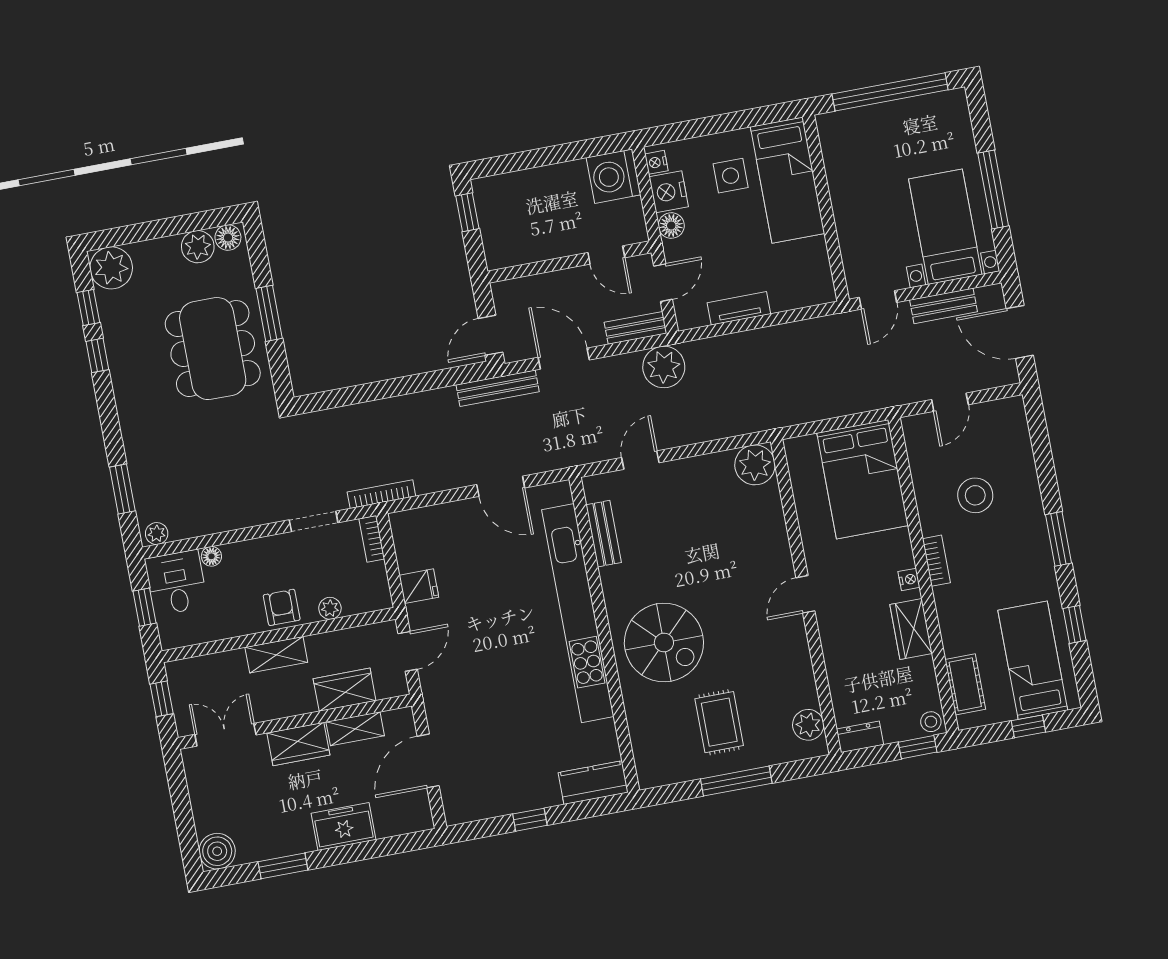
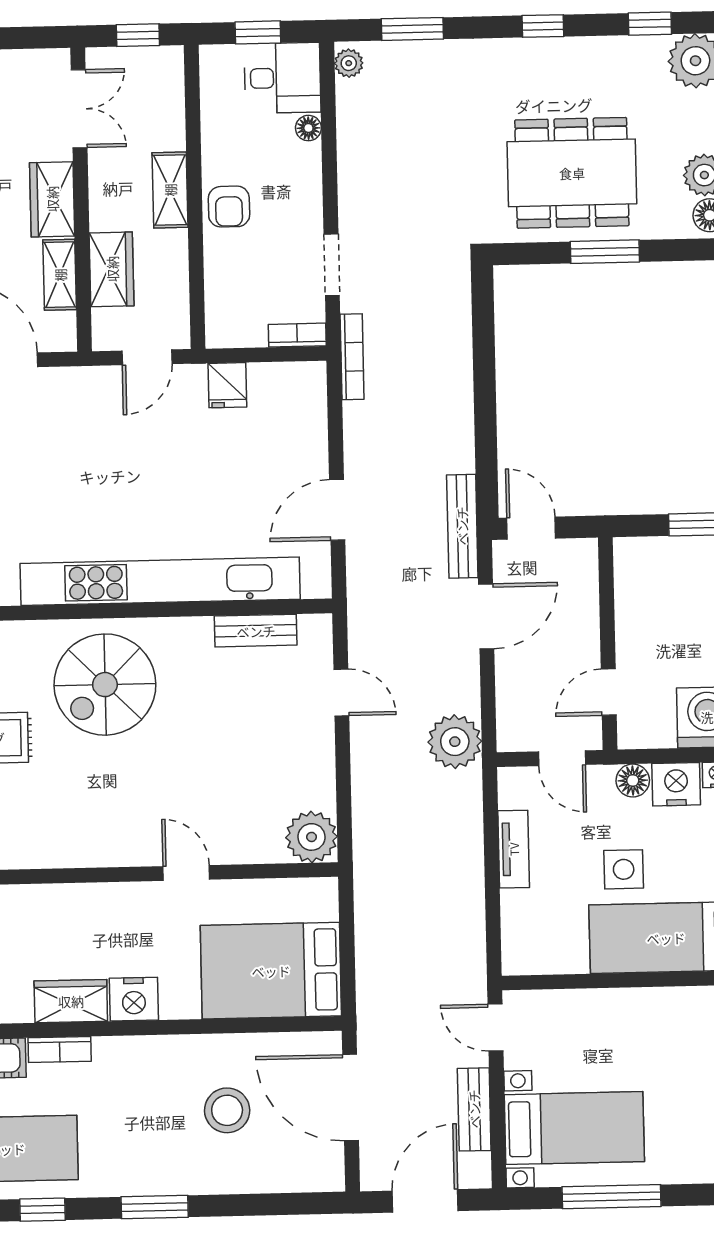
side table: (731, 176) -> (624, 869), moved
bench: (636, 328) -> (510, 714), removed
window: (97, 355) -> (543, 26), moved
door: (950, 402) -> (351, 1098), width x1.88
bookcase: (936, 561) -> (60, 1050), moved
nightstand: (909, 579) -> (134, 999), width x1.89, depth x1.79
door: (805, 594) -> (186, 873), moved
armchair: (282, 607) -> (229, 207), turned 90
plant: (330, 608) -> (218, 268), removed
door: (408, 651) -> (147, 357), hinge flipped

